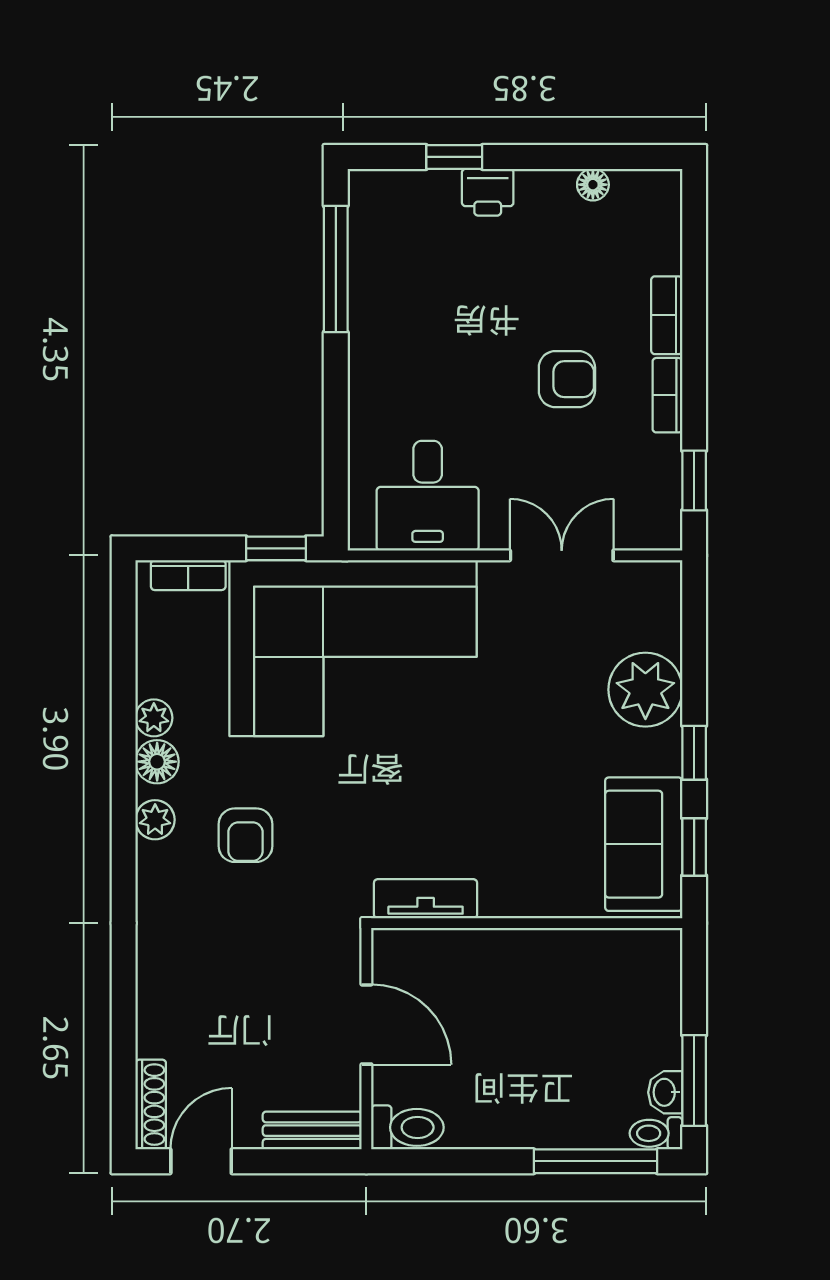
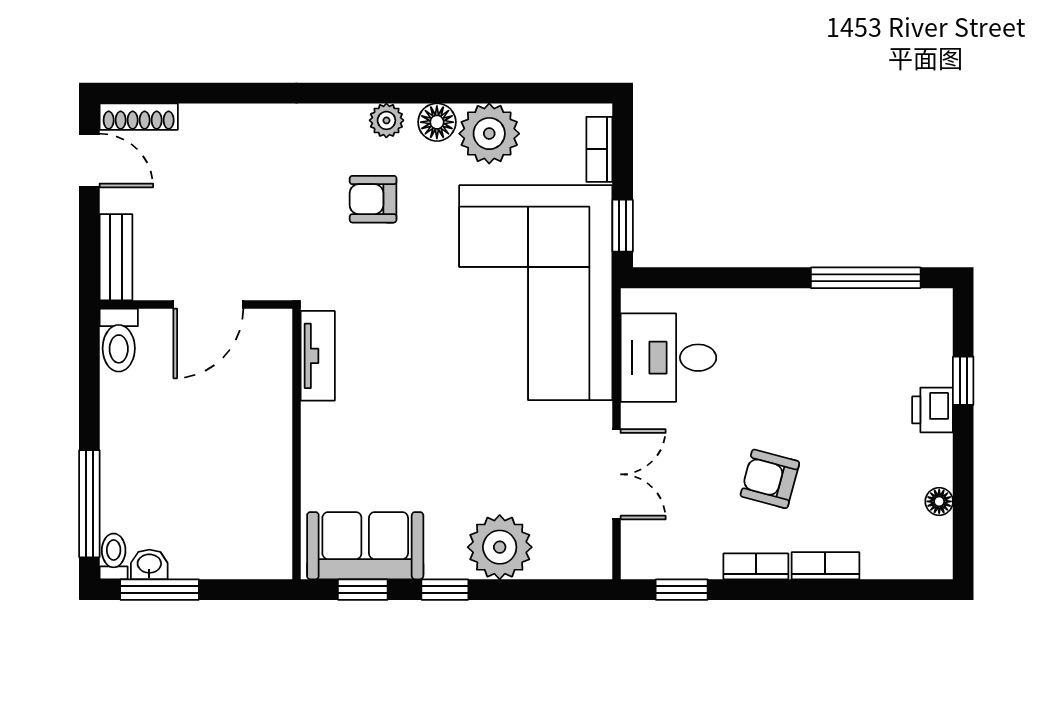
armchair: (567, 379) -> (770, 479), turned 105
plant: (154, 718) -> (489, 134), width x1.88, depth x1.88

